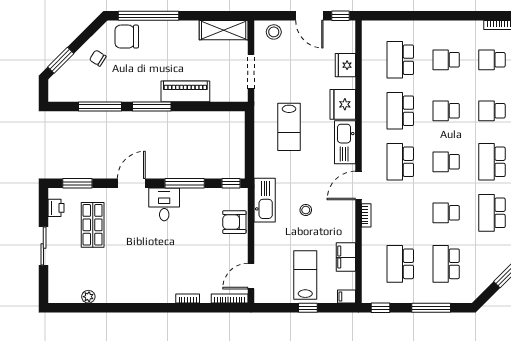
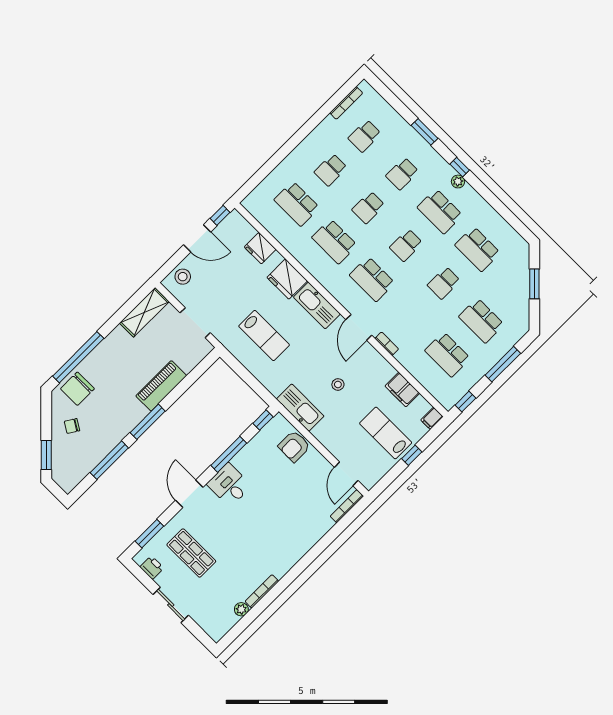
bookcase: (188, 298) -> (262, 591), moved, width x1.56

